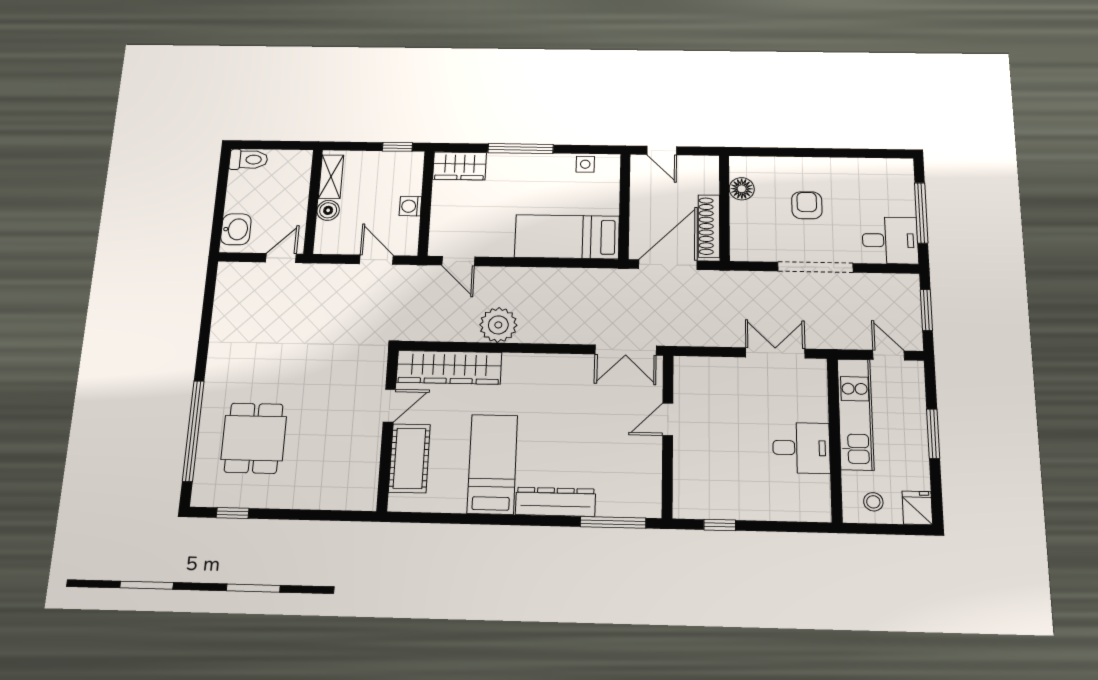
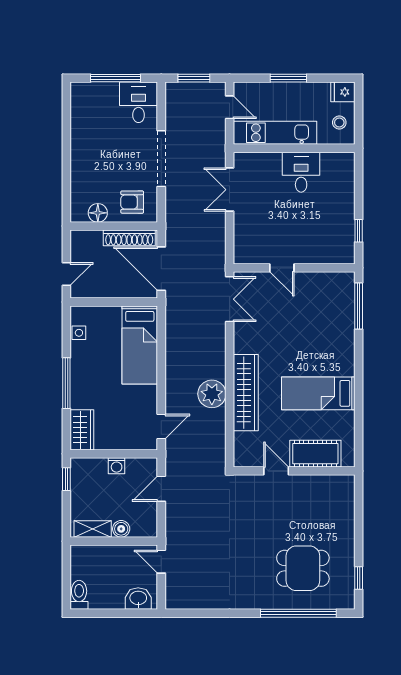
armchair: (807, 205) -> (132, 202), moved
door: (889, 355) -> (230, 107), swing flipped
wardrobe: (449, 367) -> (246, 393), moved
dresser: (555, 502) -> (345, 347), removed

